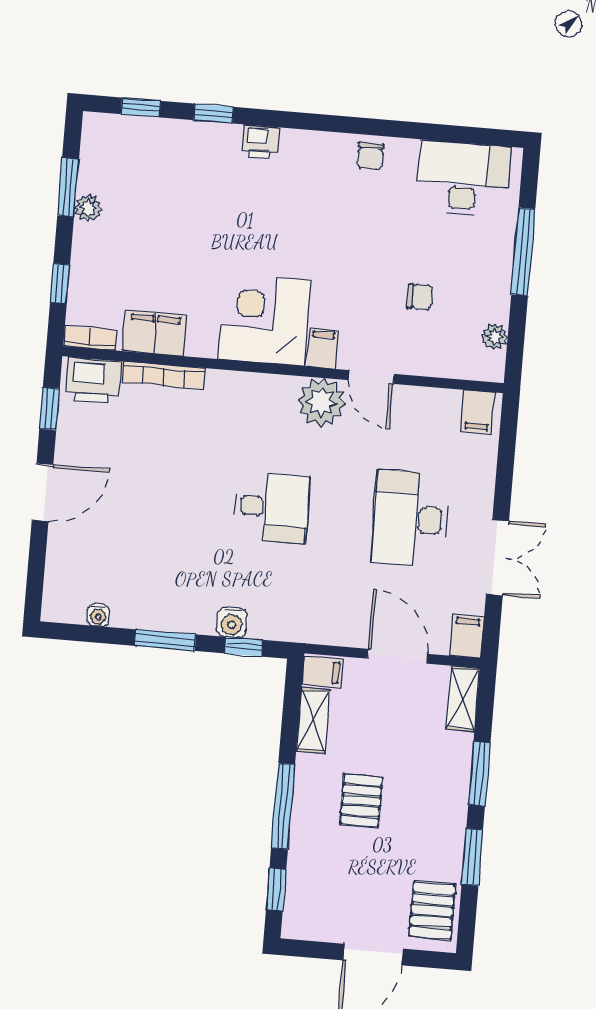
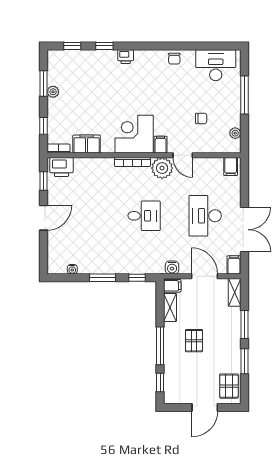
bookcase: (164, 375) -> (132, 162), moved
double door: (497, 558) -> (245, 230), width x1.37
water cooler: (232, 622) -> (172, 268), moved

